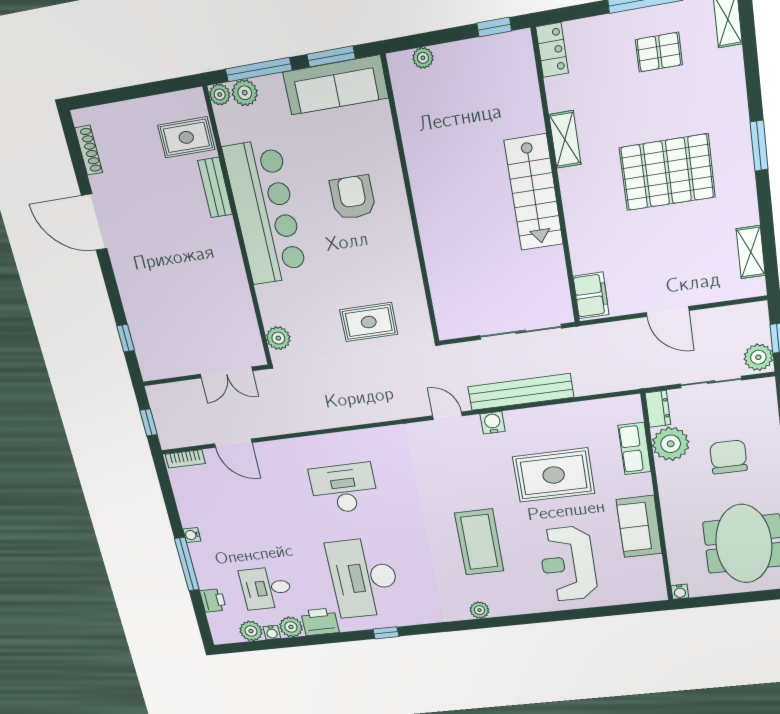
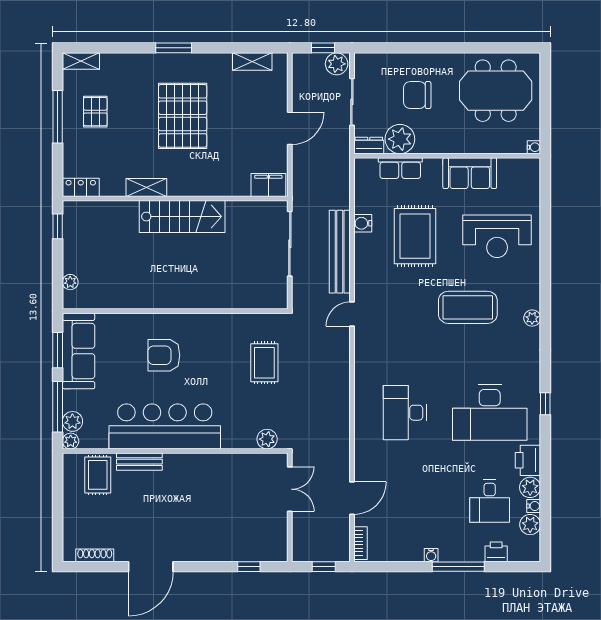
water cooler: (493, 423) -> (363, 223), moved

